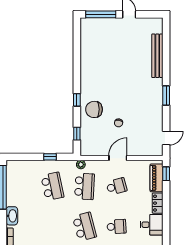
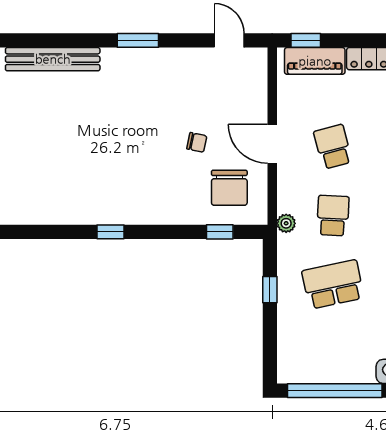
window: (77, 100) -> (110, 232), moved
chair: (94, 109) -> (229, 188), moved
school desk: (84, 186) -> (333, 216), width x0.54

